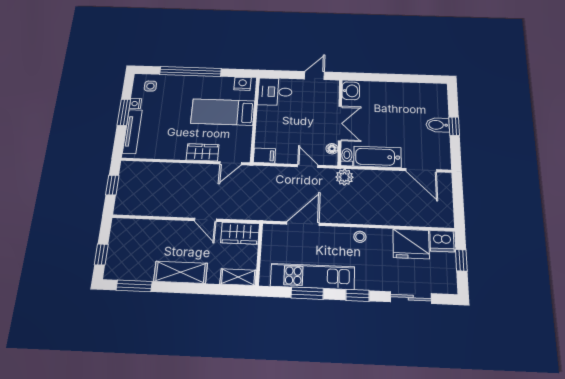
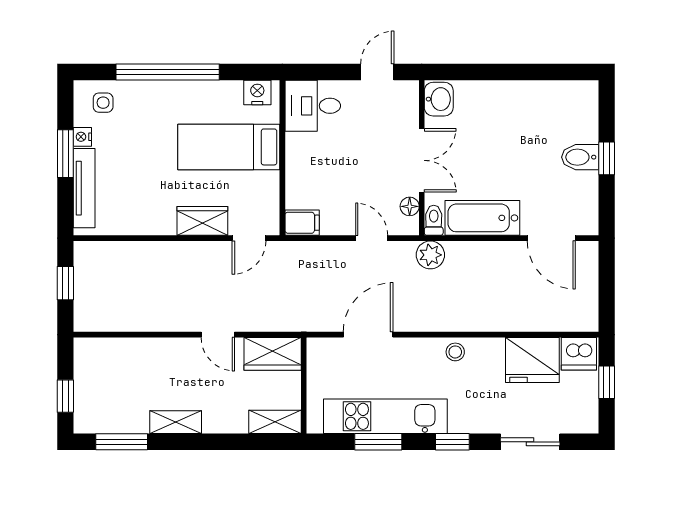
shelving: (181, 272) -> (176, 422), width x0.67, depth x0.75

